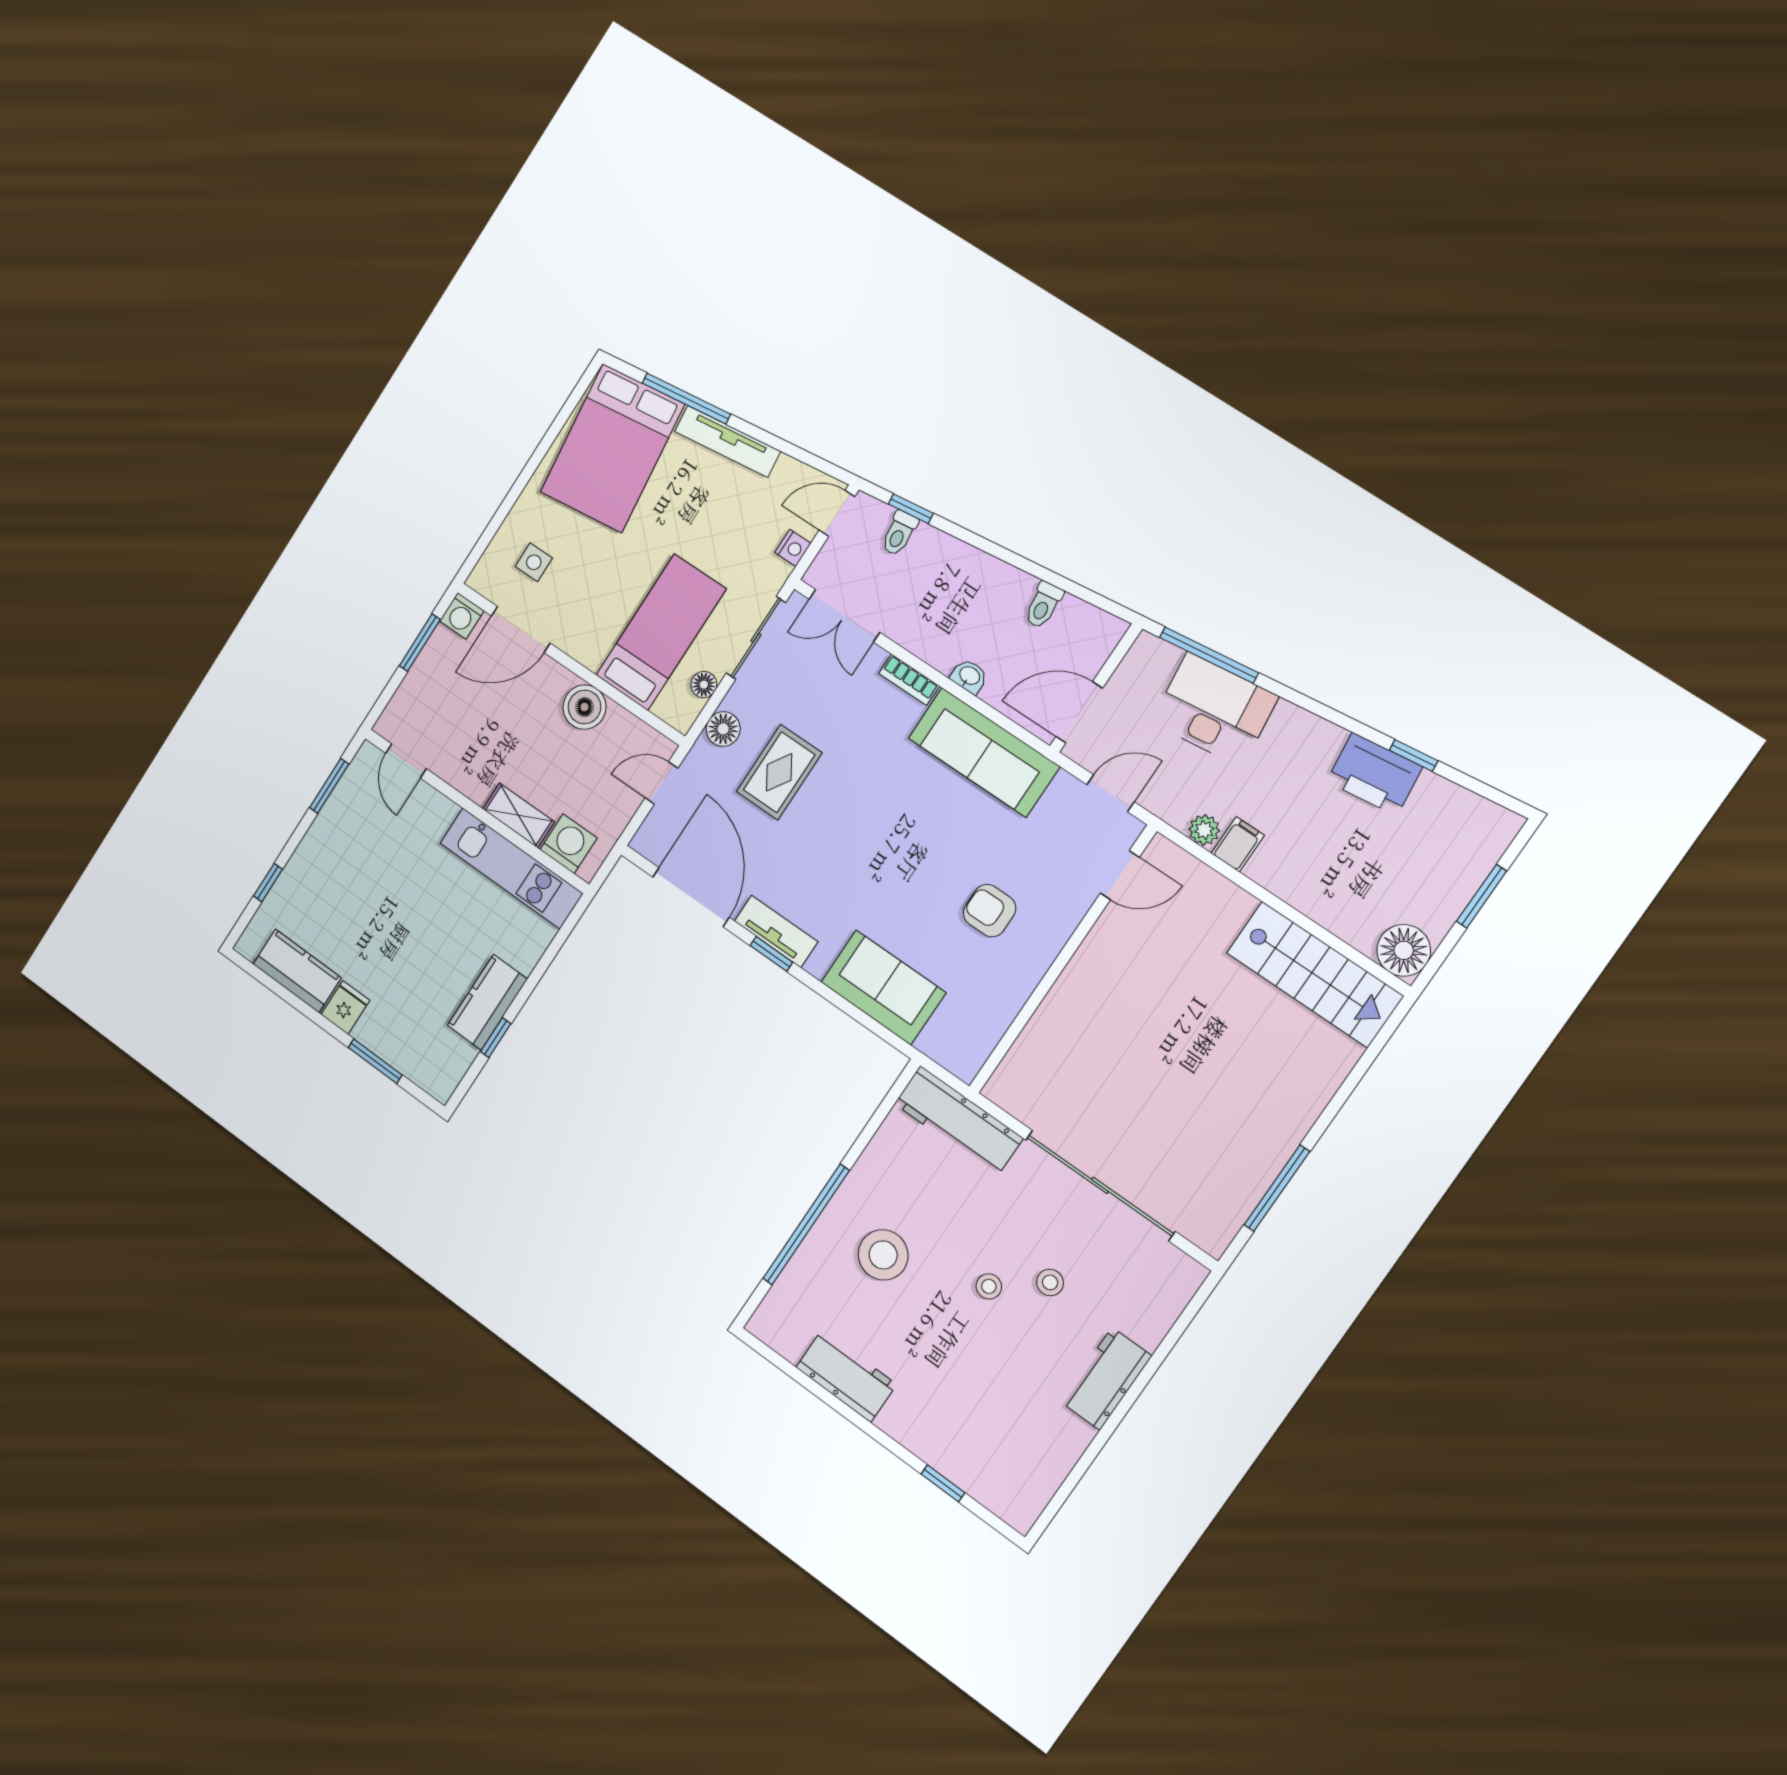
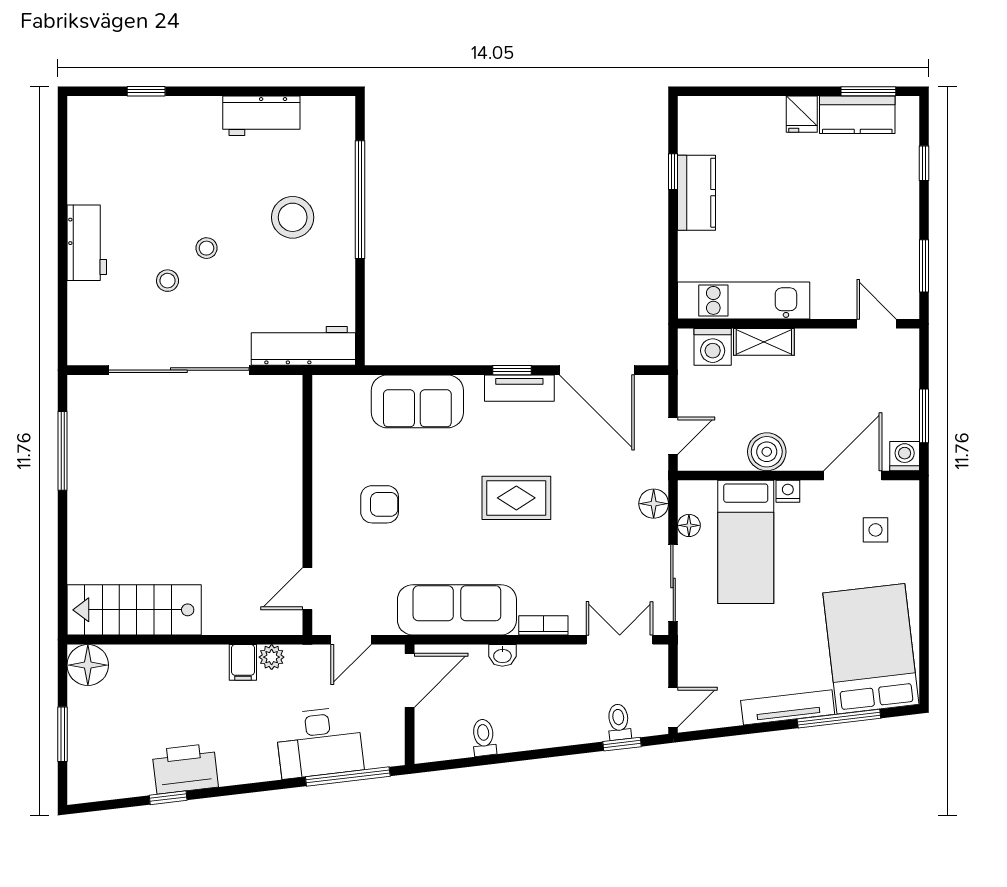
nightstand: (793, 548) -> (788, 491), moved, turned 90
rug: (779, 772) -> (516, 498), moved, turned 90
window: (375, 1061) -> (868, 91), moved

